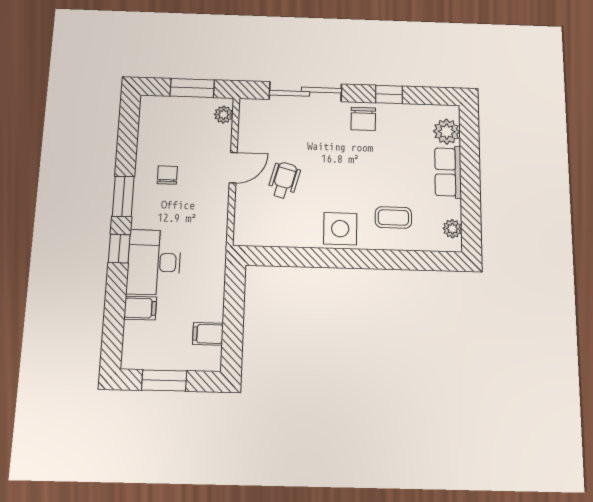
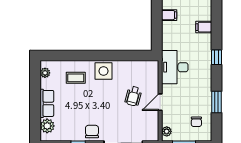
chair: (167, 175) -> (196, 122), moved
window: (123, 196) -> (216, 102), moved
desk: (154, 262) -> (175, 67), moved, turned 180

